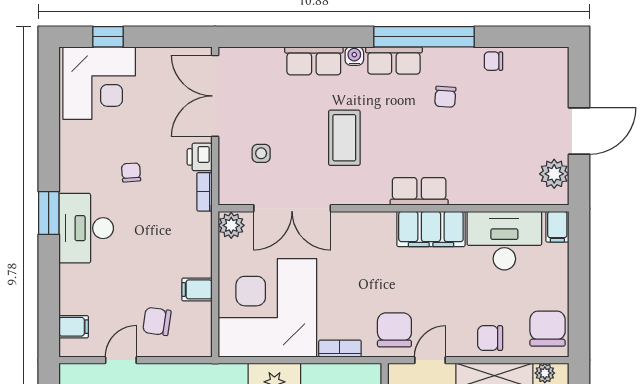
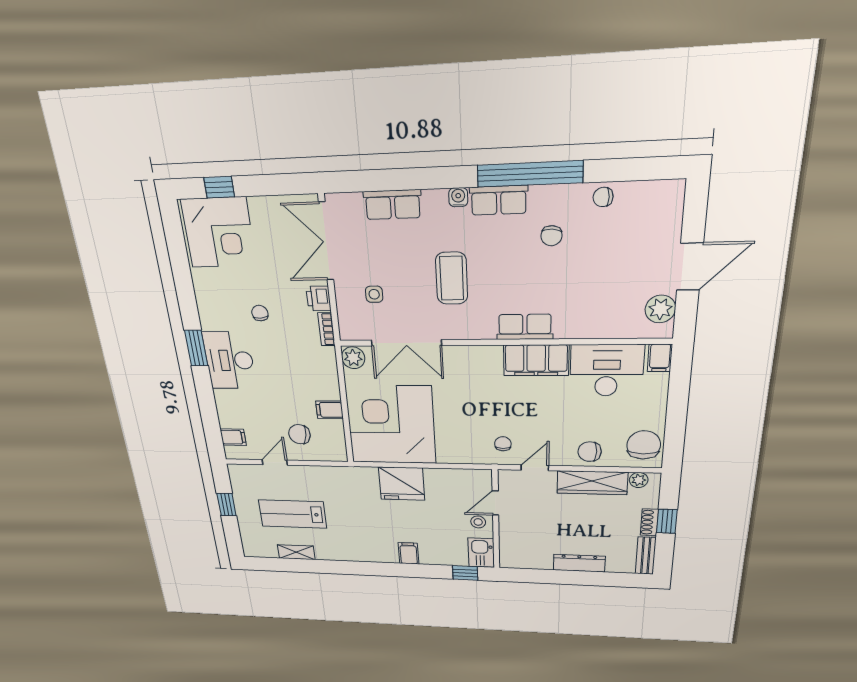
row of seats: (314, 61) -> (393, 205), moved
chair: (394, 330) -> (503, 444), width x0.54, depth x0.54
bookcase: (340, 349) -> (455, 457), removed

